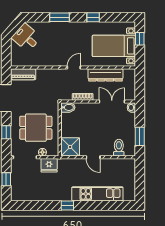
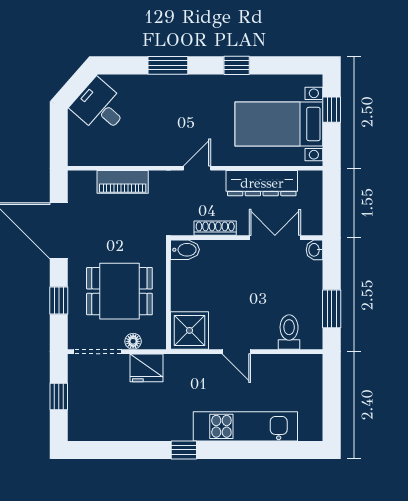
piano: (23, 74) -> (123, 182), moved

